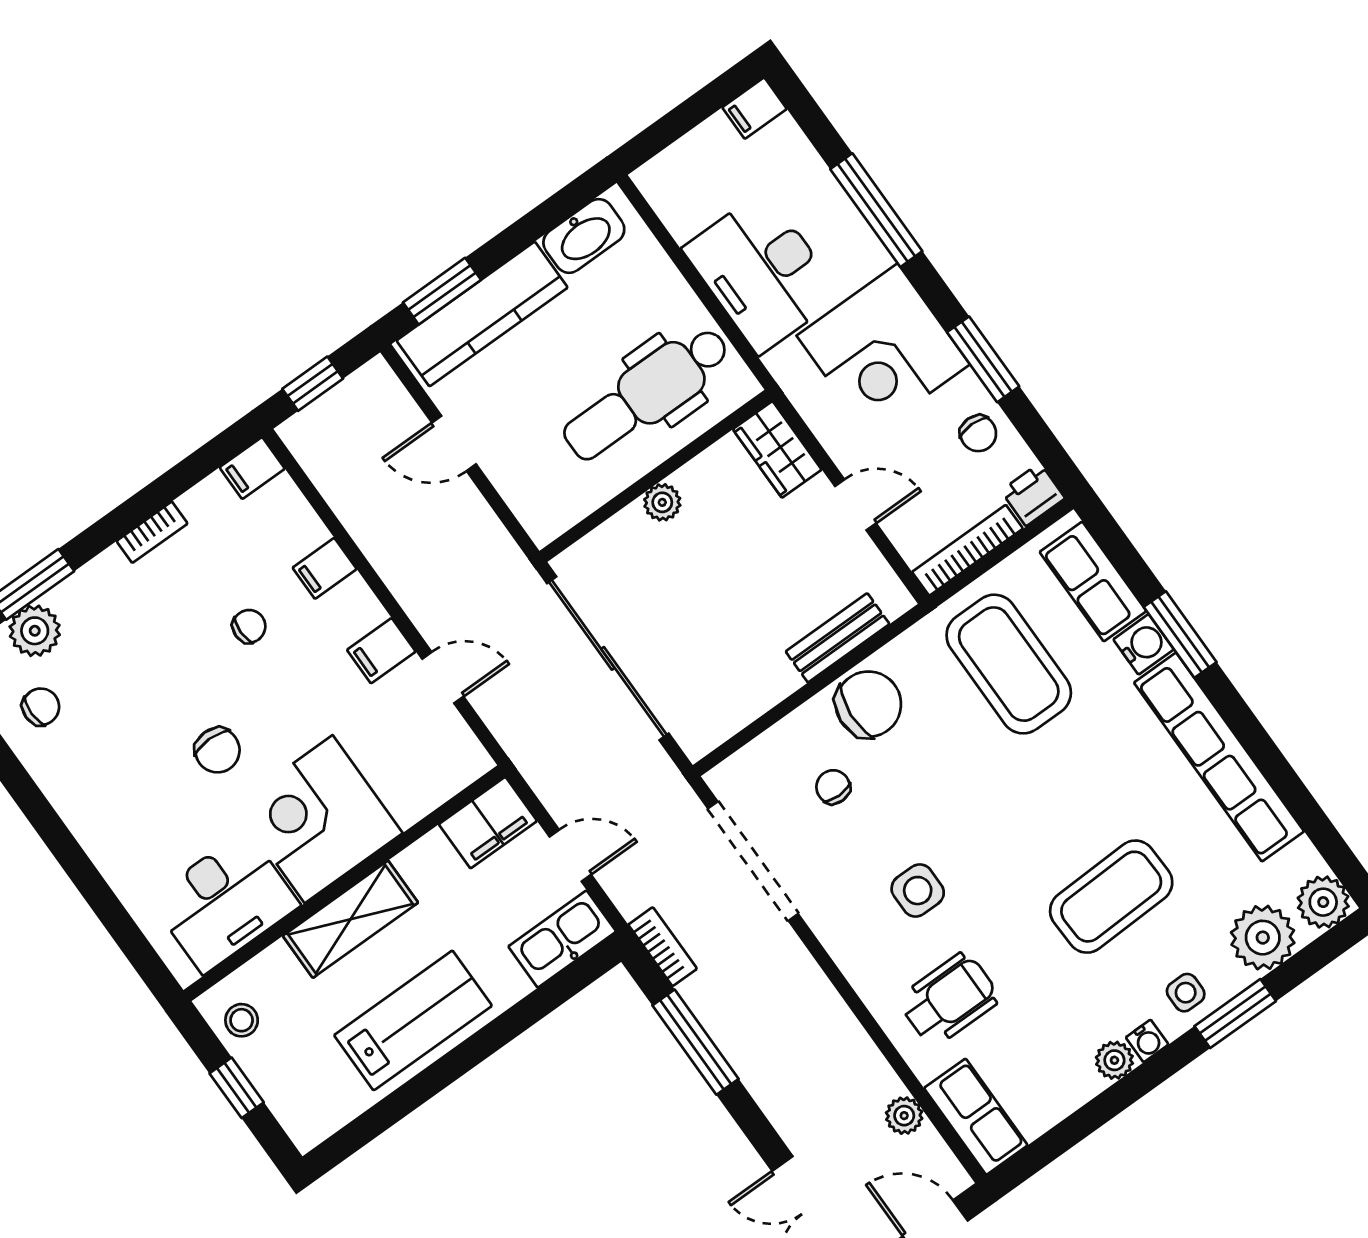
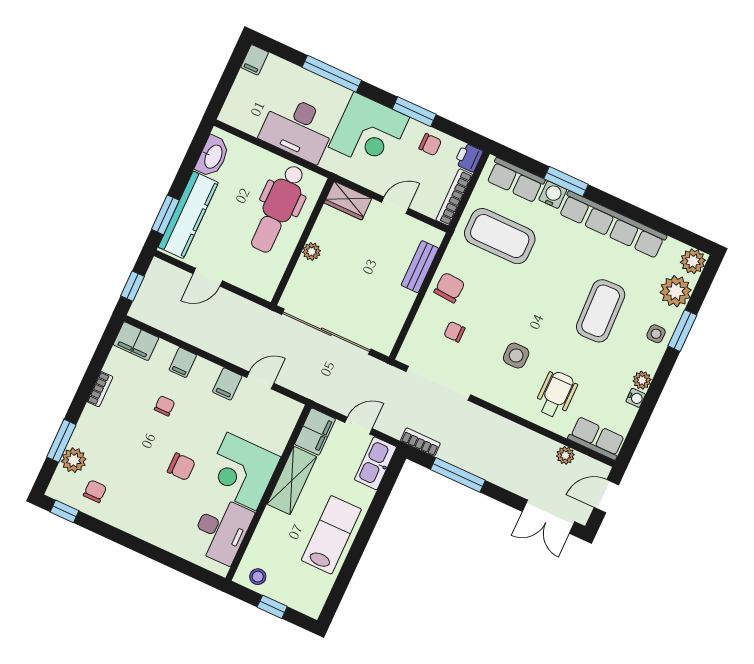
filing cabinet: (252, 468) -> (136, 341), width x2.00
chair: (868, 704) -> (449, 288), width x0.73, depth x0.73
shelving: (350, 919) -> (292, 480), moved
water cooler: (1147, 1041) -> (636, 398), moved

